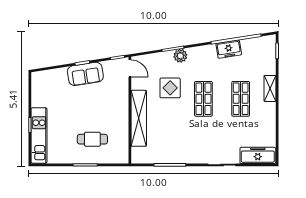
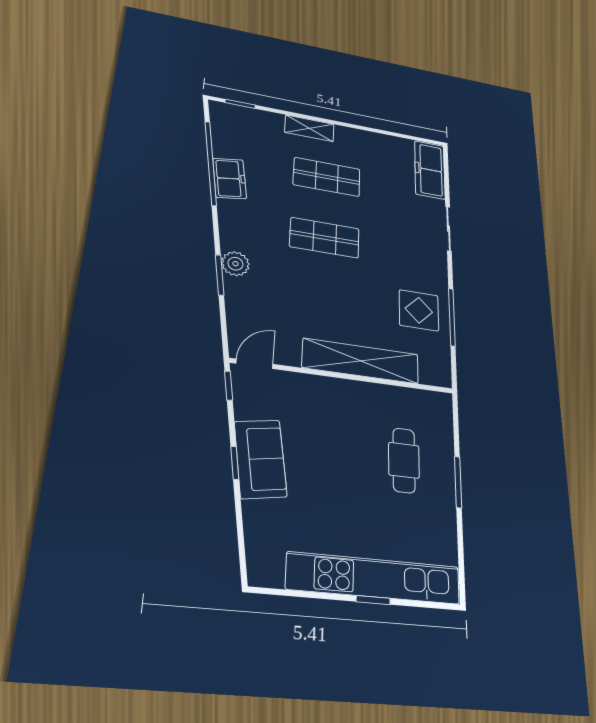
display table: (170, 88) -> (419, 310), moved
kitchen unit: (39, 136) -> (374, 578), width x1.36

